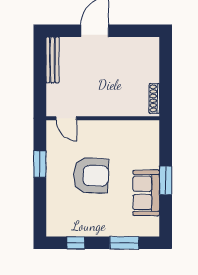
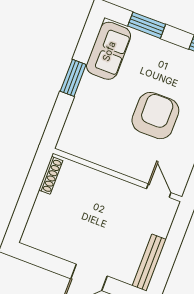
armchair: (91, 175) -> (155, 116), turned 88
sofa: (146, 193) -> (109, 51), moved

